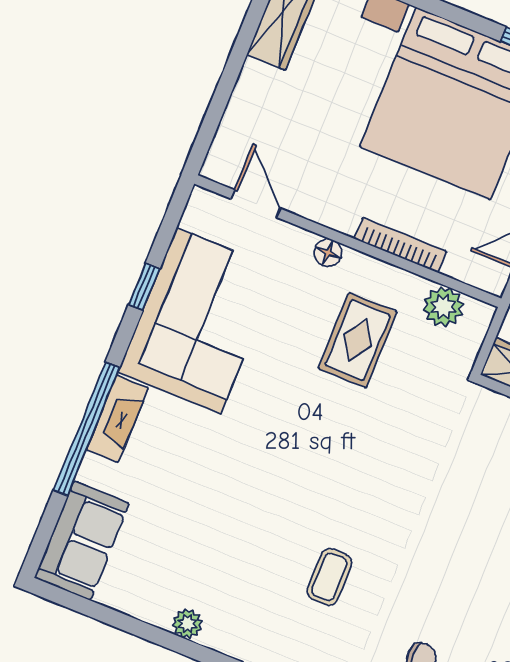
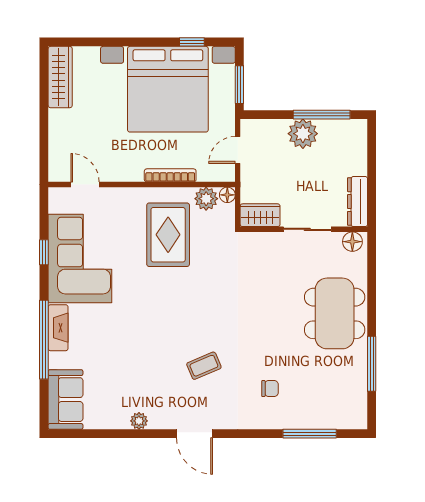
floor lamp: (328, 253) -> (227, 195), moved
rug: (358, 340) -> (168, 235), width x1.36, depth x1.43
coffee table: (329, 577) -> (204, 366), turned 67

